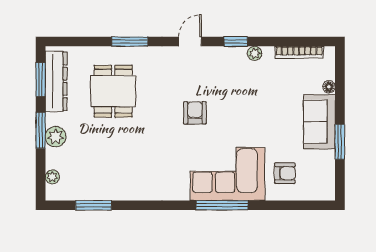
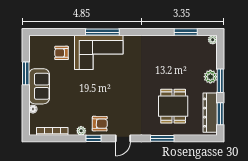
armchair: (195, 113) -> (100, 124), moved, turned -89
plant: (52, 177) -> (213, 40), moved

